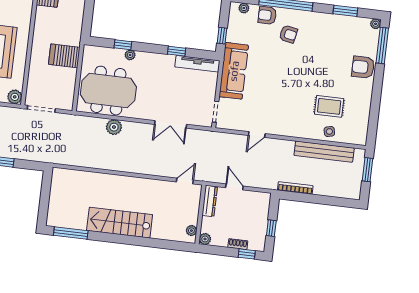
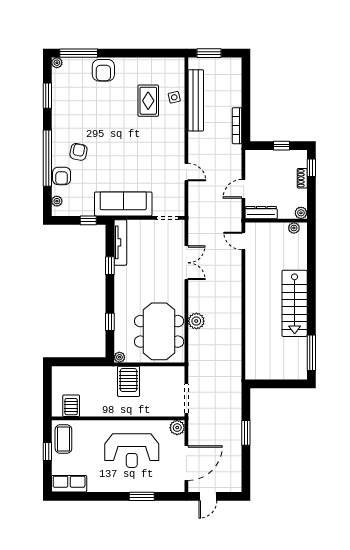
plant: (130, 55) -> (119, 357), moved

